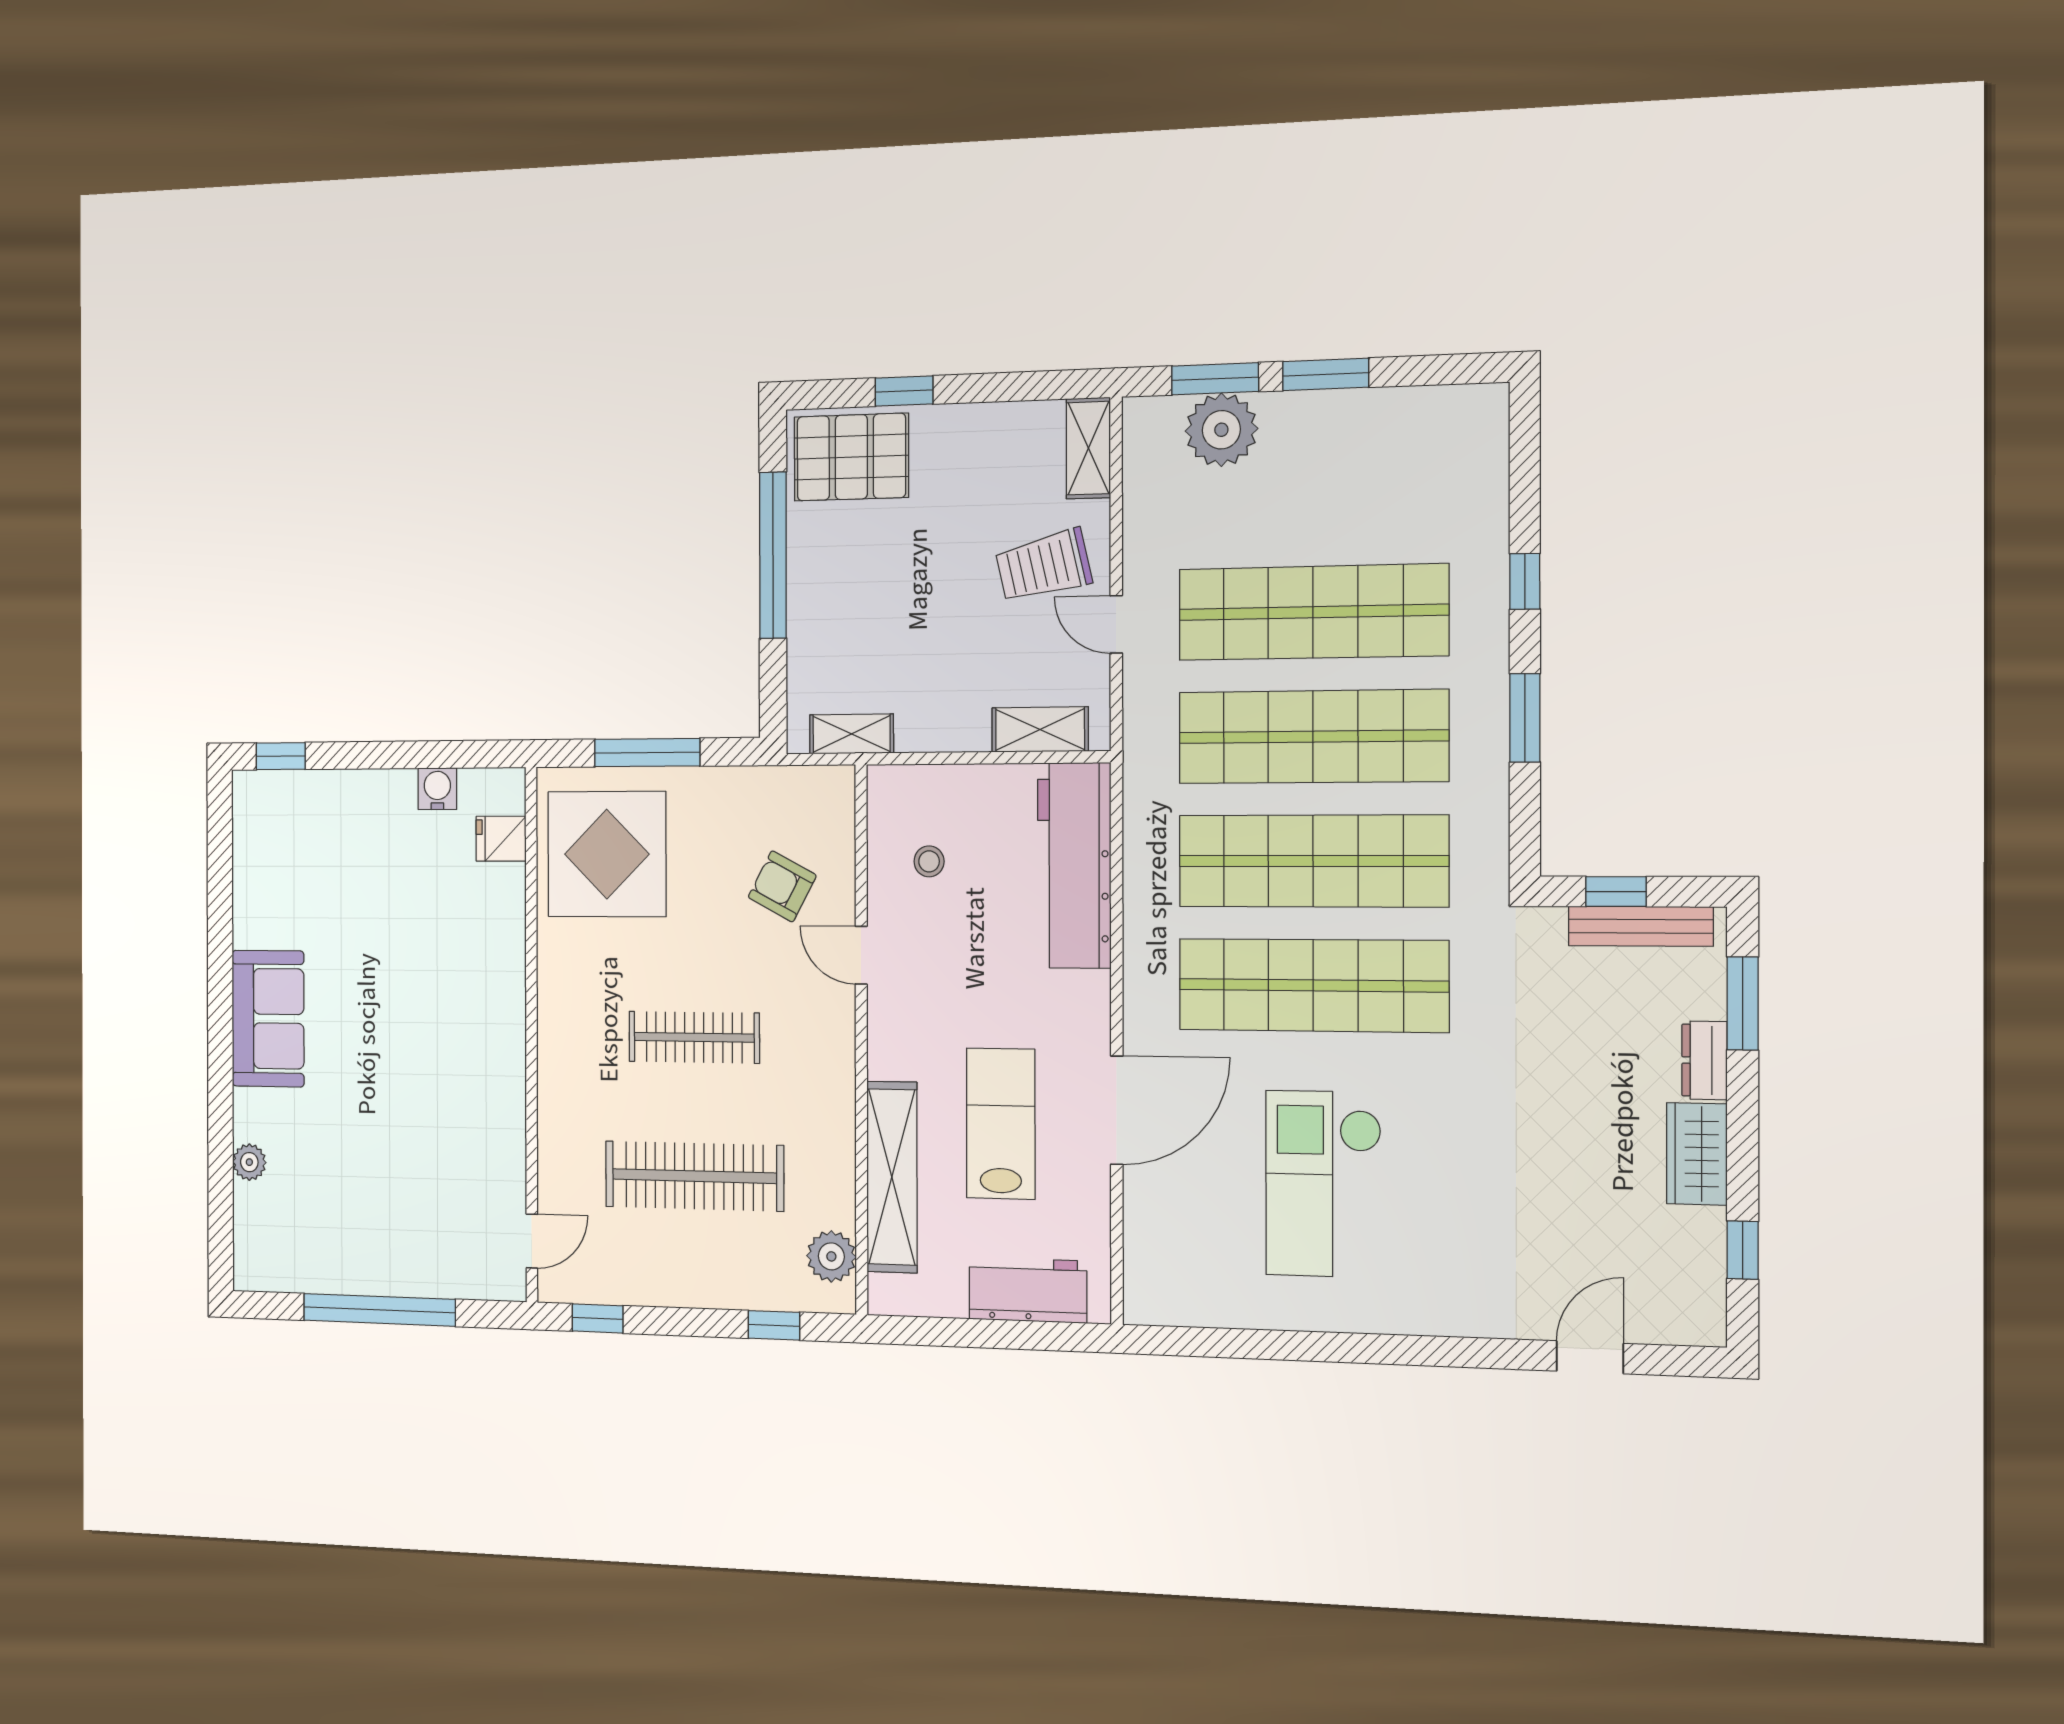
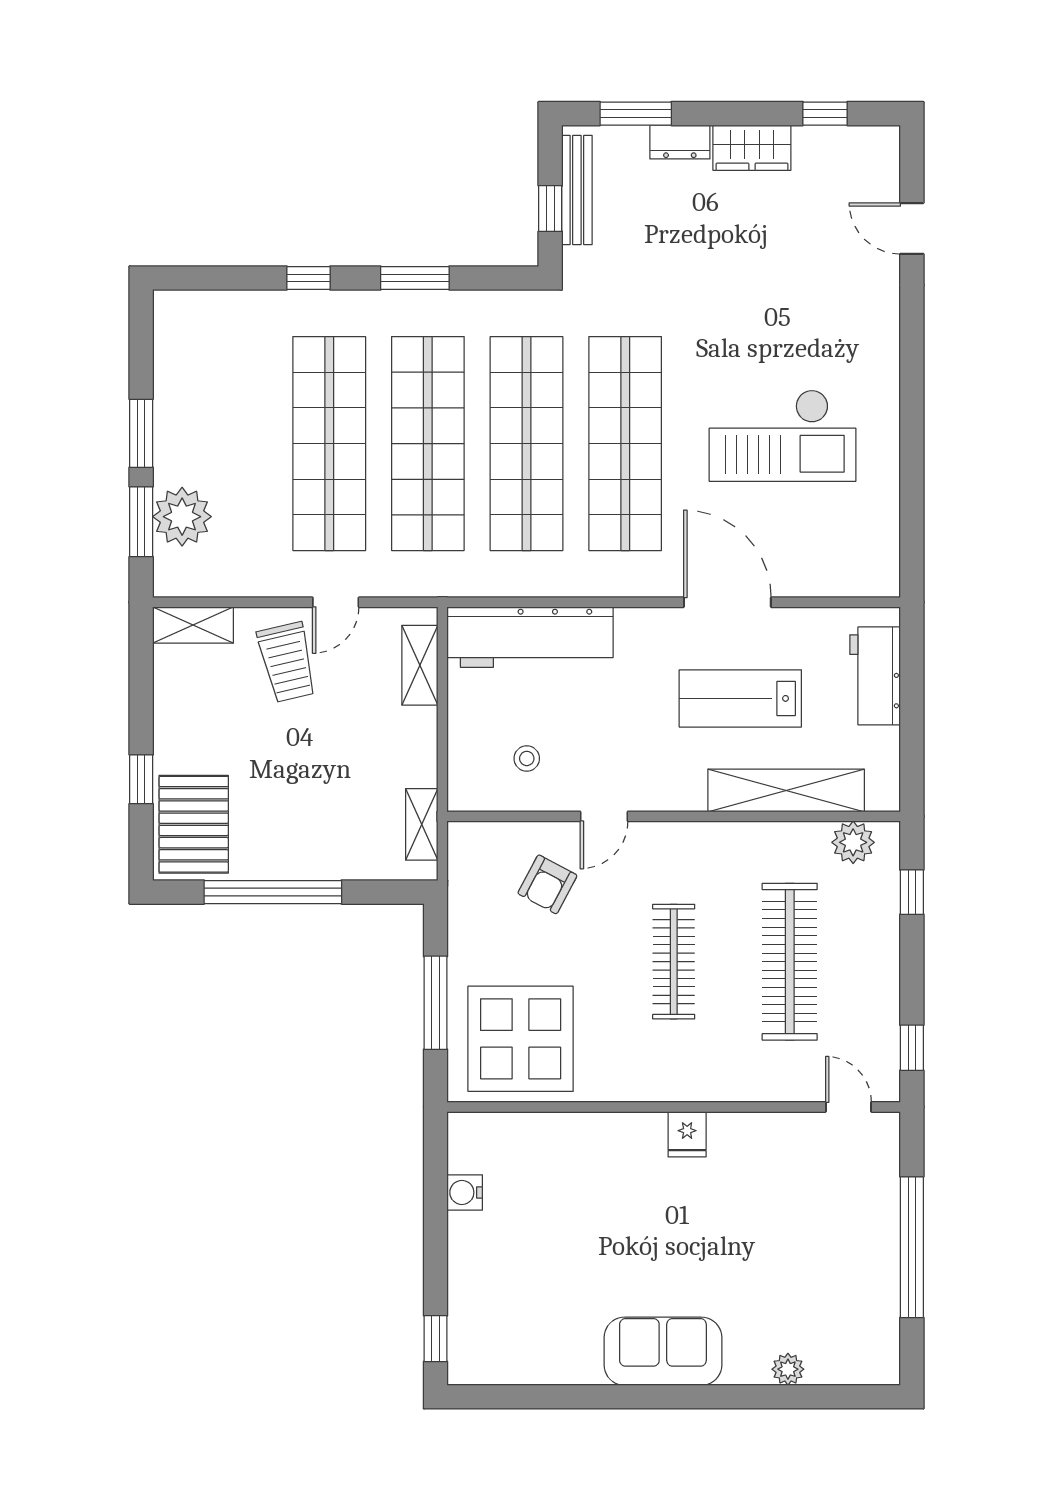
fridge: (501, 839) -> (687, 1134), moved

